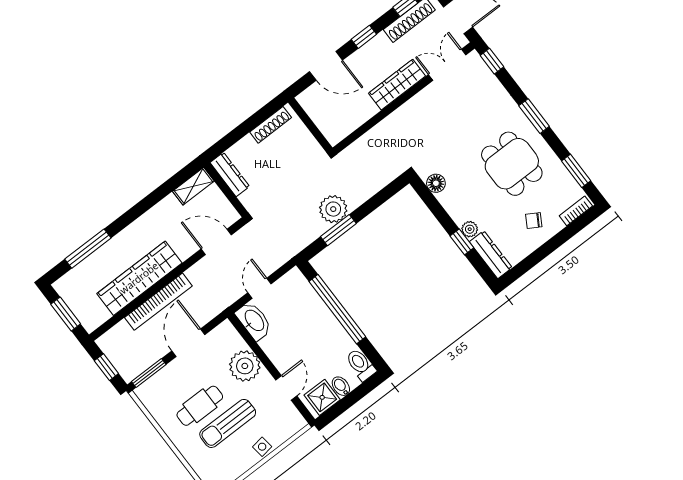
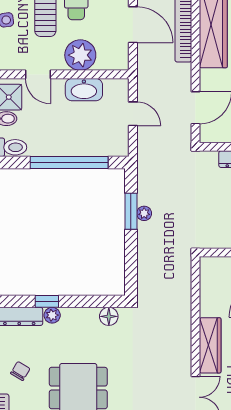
plant: (333, 209) -> (144, 213), width x0.53, depth x0.53
washbasin: (254, 321) -> (84, 90), moved

